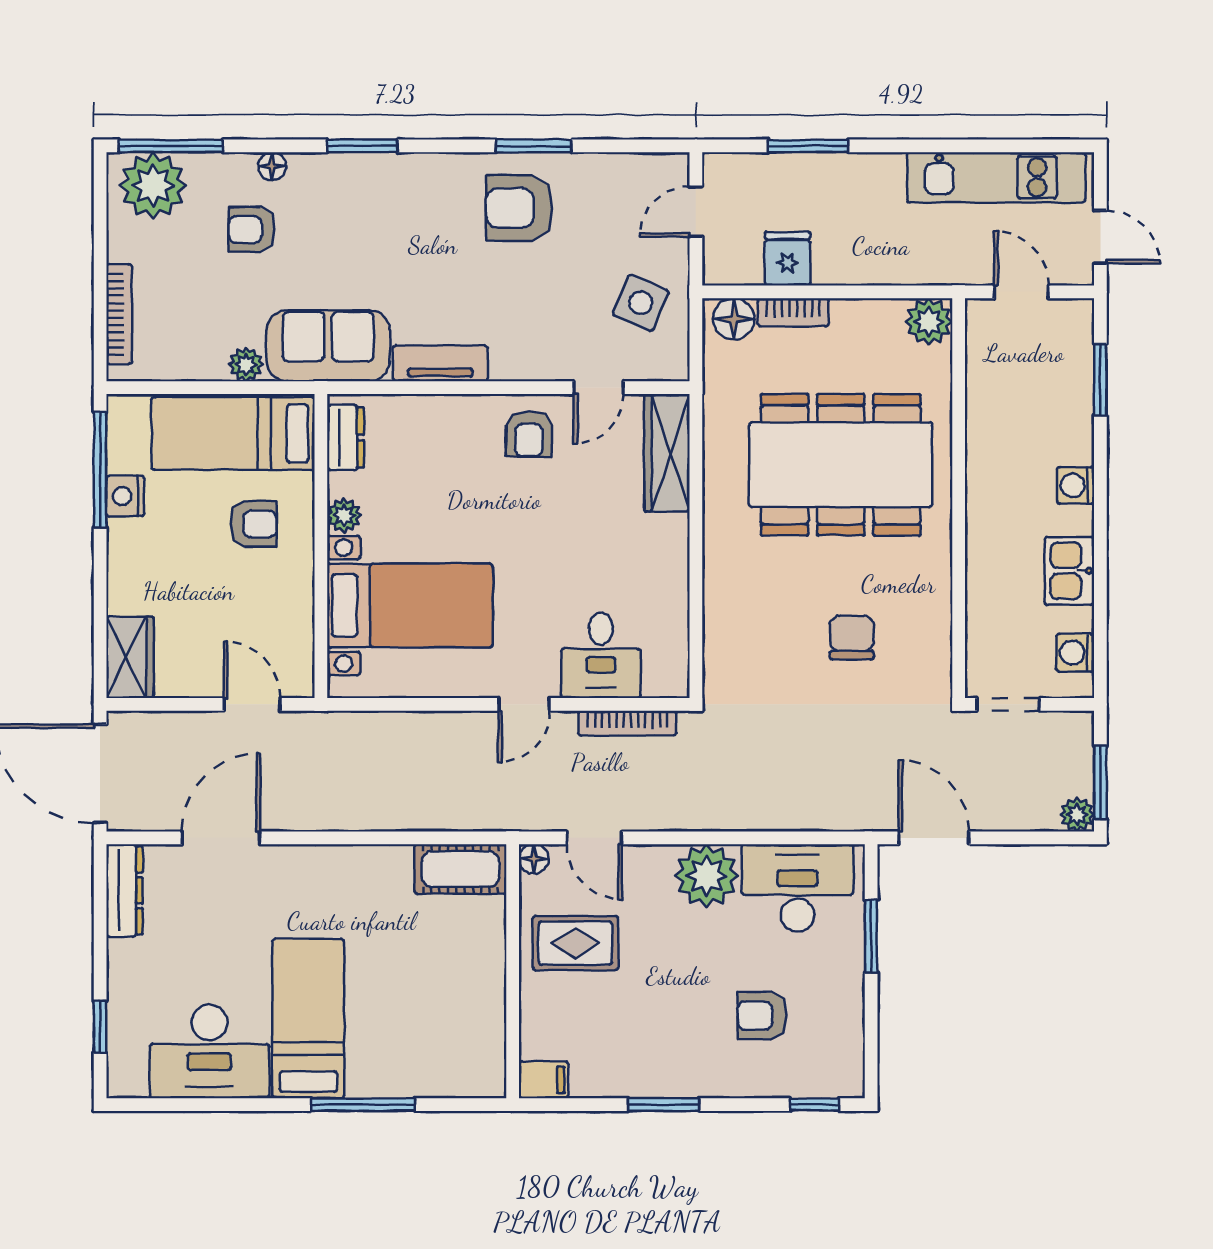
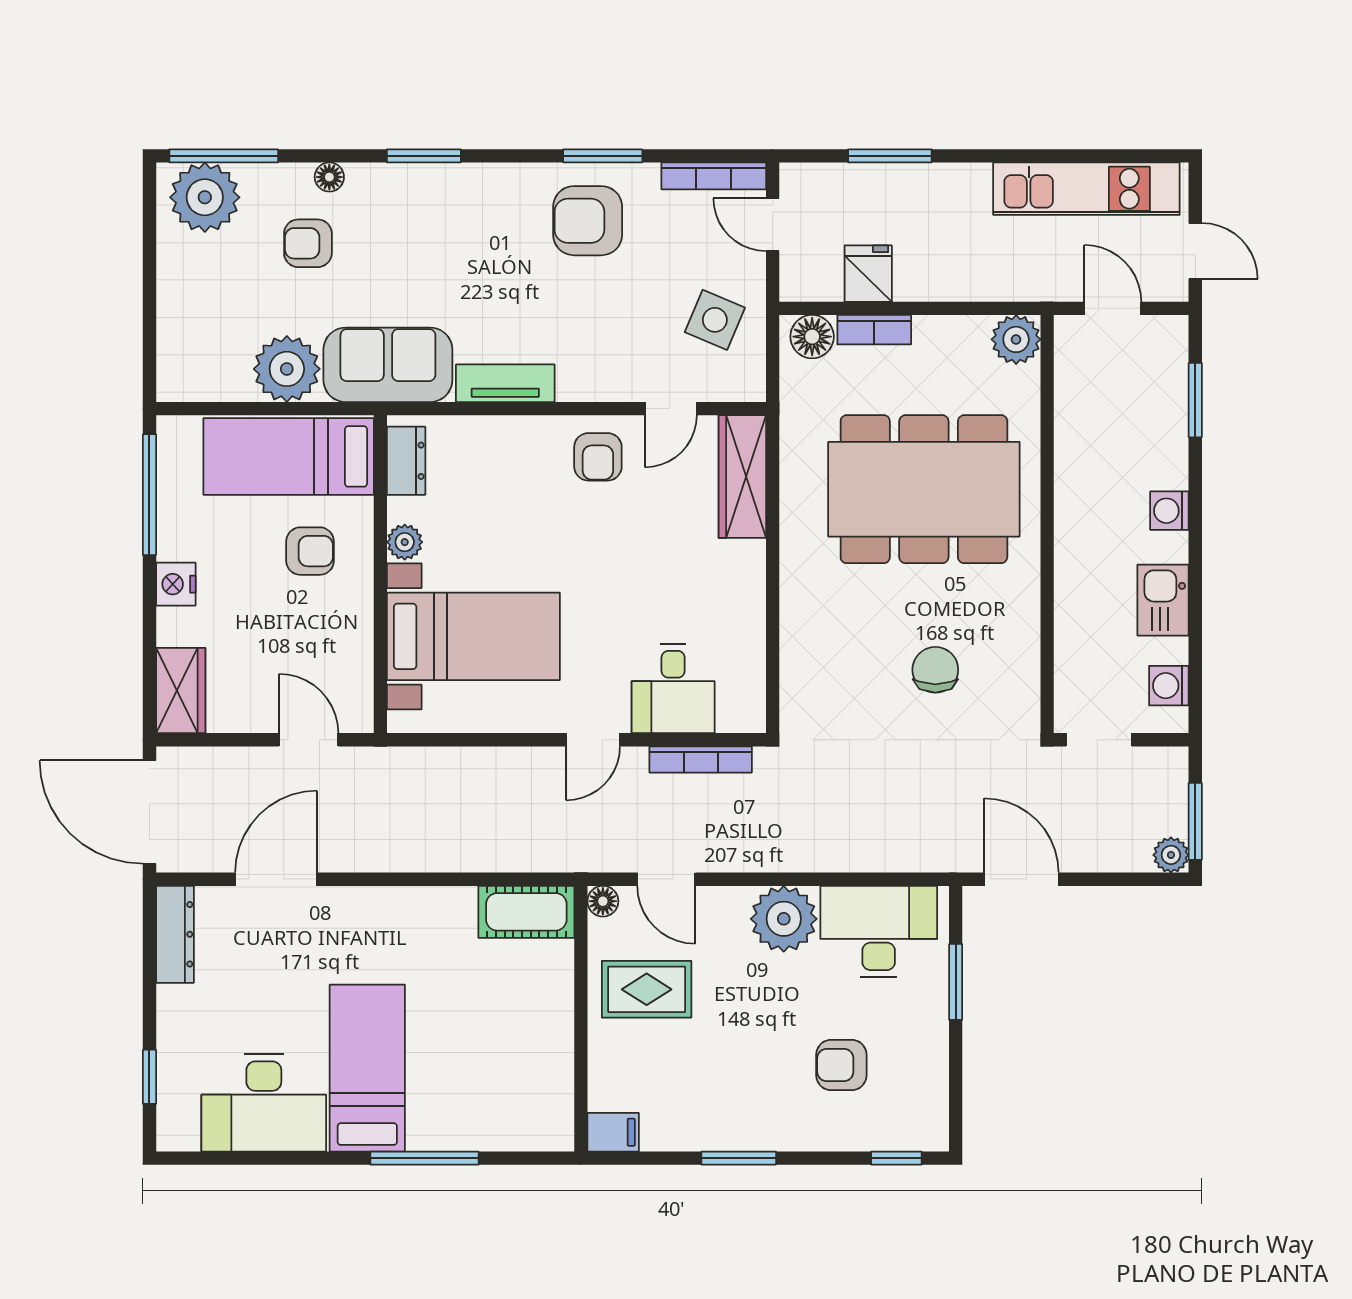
door: (696, 212) -> (773, 225), hinge flipped
bookcase: (119, 314) -> (714, 176), moved, turned 90
plant: (246, 365) -> (287, 369), width x1.87, depth x1.87
nightstand: (125, 496) -> (176, 584), moved

